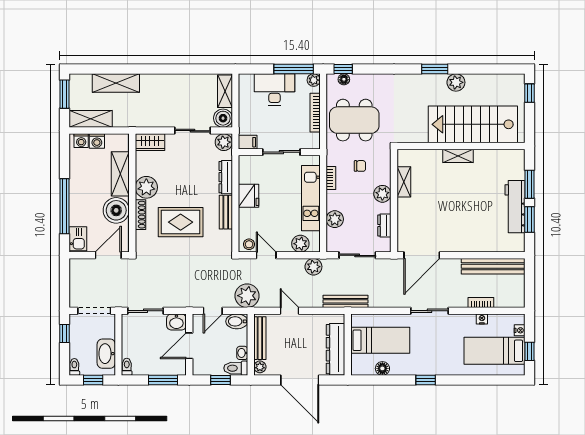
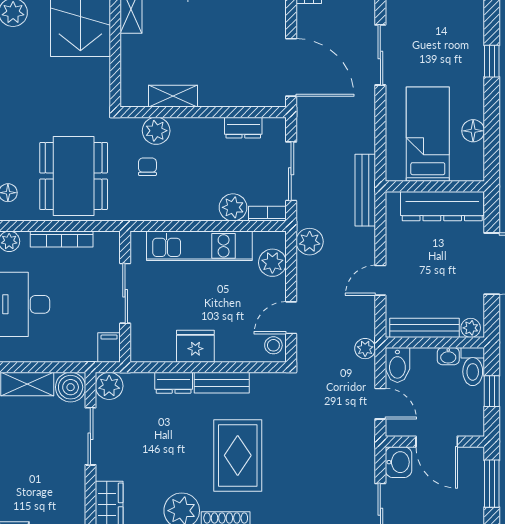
dresser: (226, 177) -> (174, 383), width x0.70
bookcase: (331, 178) -> (267, 214), moved
plant: (382, 194) -> (156, 131), moved
plant: (247, 296) -> (365, 349), width x0.53, depth x0.53

